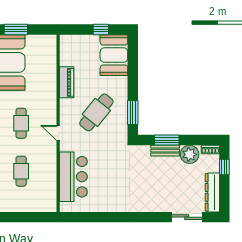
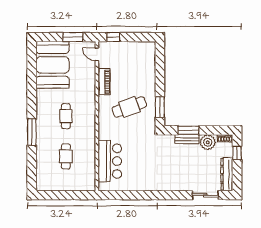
window: (16, 29) -> (73, 37), moved
window: (101, 29) -> (113, 37), moved
booth: (114, 55) -> (144, 59), removed
cafe table: (96, 112) -> (129, 107), turned 31
door: (58, 133) -> (97, 54), moved

